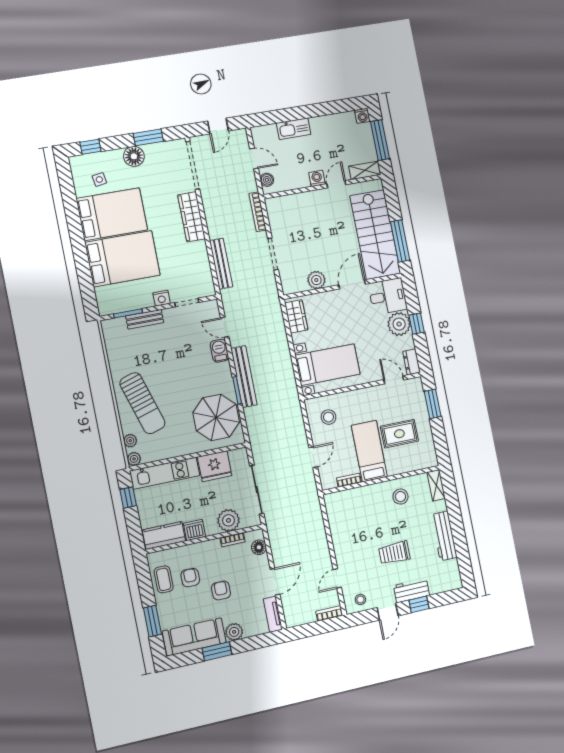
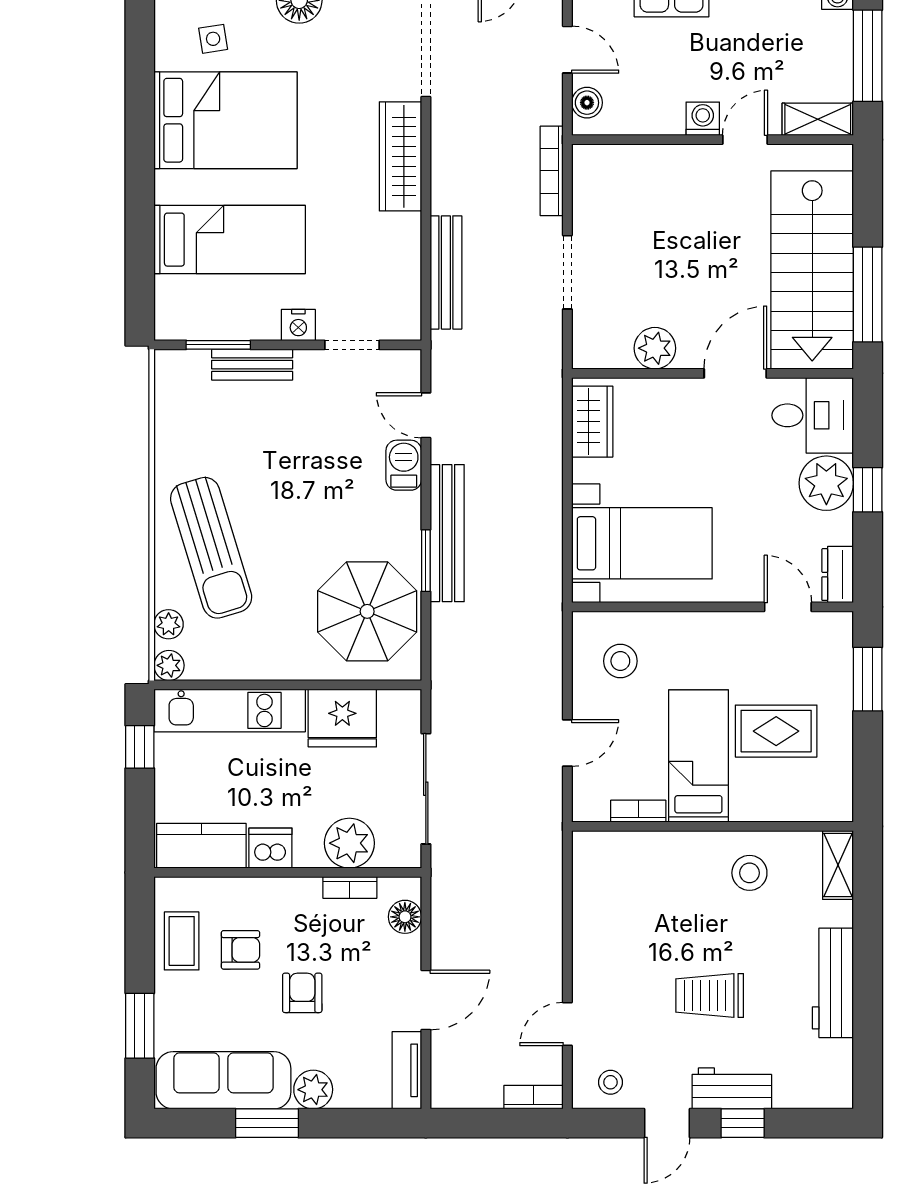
bed: (122, 259) -> (230, 240), width x0.67
armchair: (190, 578) -> (240, 950), turned 90

